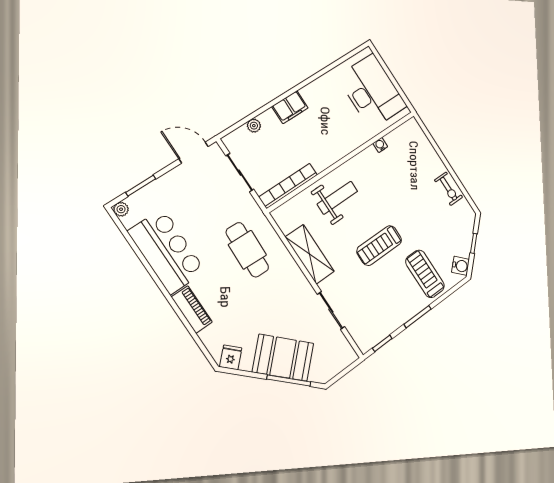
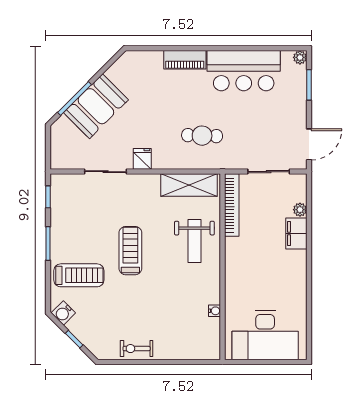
filing cabinet: (290, 107) -> (296, 234), moved
cafe table: (247, 250) -> (202, 136), width x0.73, depth x0.74
shelving: (310, 254) -> (189, 185), moved
fridge: (231, 357) -> (142, 159), moved, turned -135

